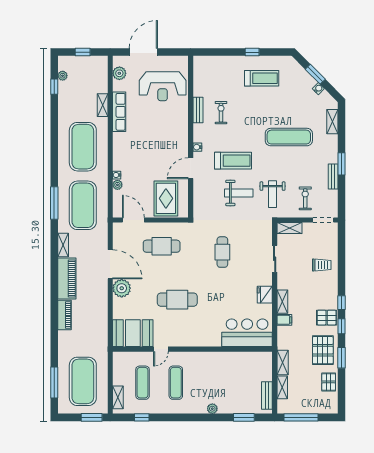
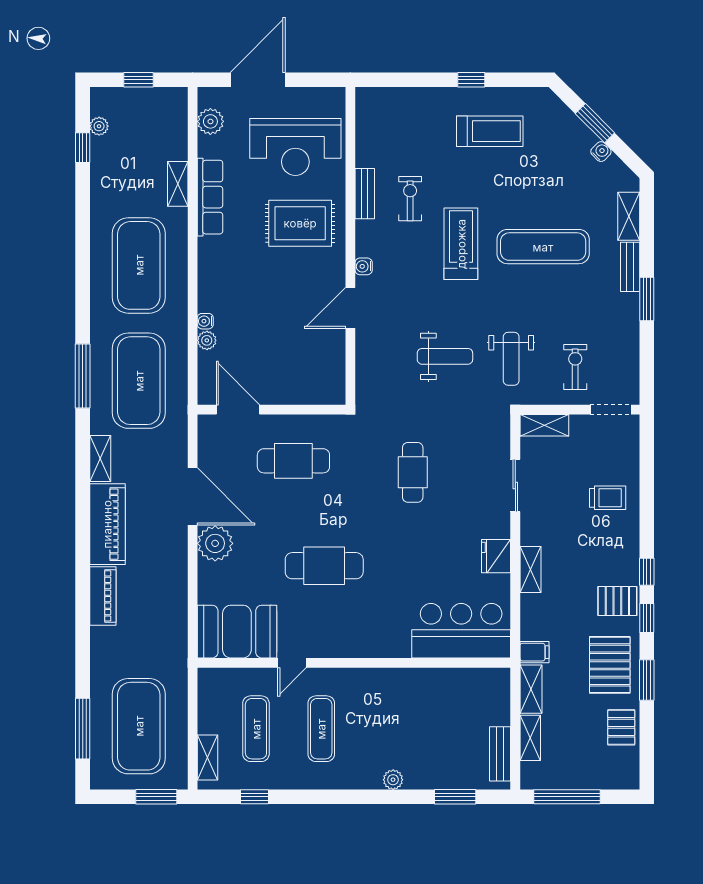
treadmill: (233, 161) -> (461, 244), moved, turned -90
bench: (333, 176) -> (630, 267), moved
rug: (166, 198) -> (300, 223), moved, turned 90
filing cabinet: (284, 320) -> (534, 652), moved

